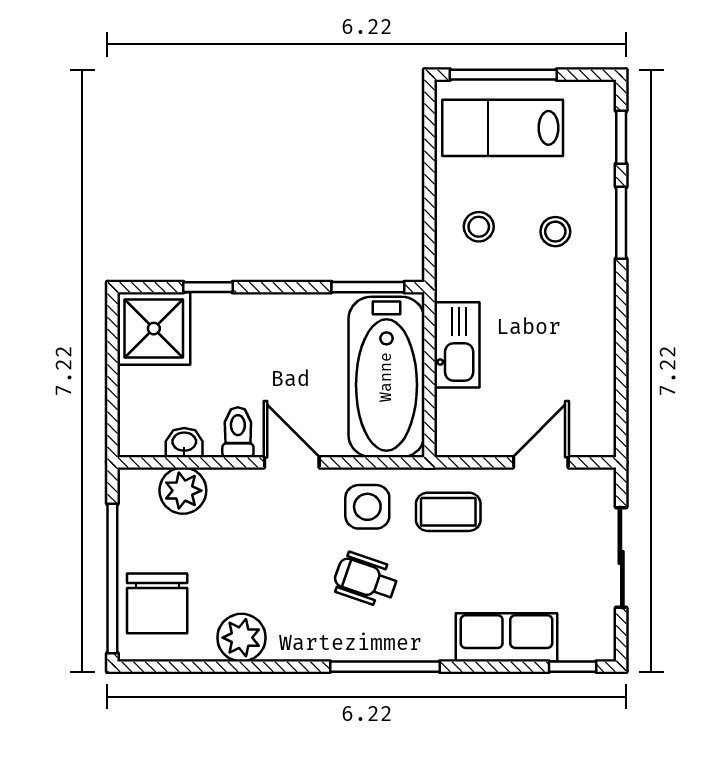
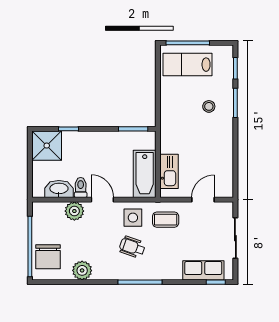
stool: (479, 227) -> (178, 104), removed
kitchen sink: (457, 345) -> (169, 171), moved
bathtub: (386, 377) -> (145, 174), width x0.73, depth x0.73
washbasin: (184, 443) -> (59, 189), width x1.91, depth x1.45
plant: (183, 491) -> (74, 211), moved
row of seats: (506, 637) -> (203, 270), moved

